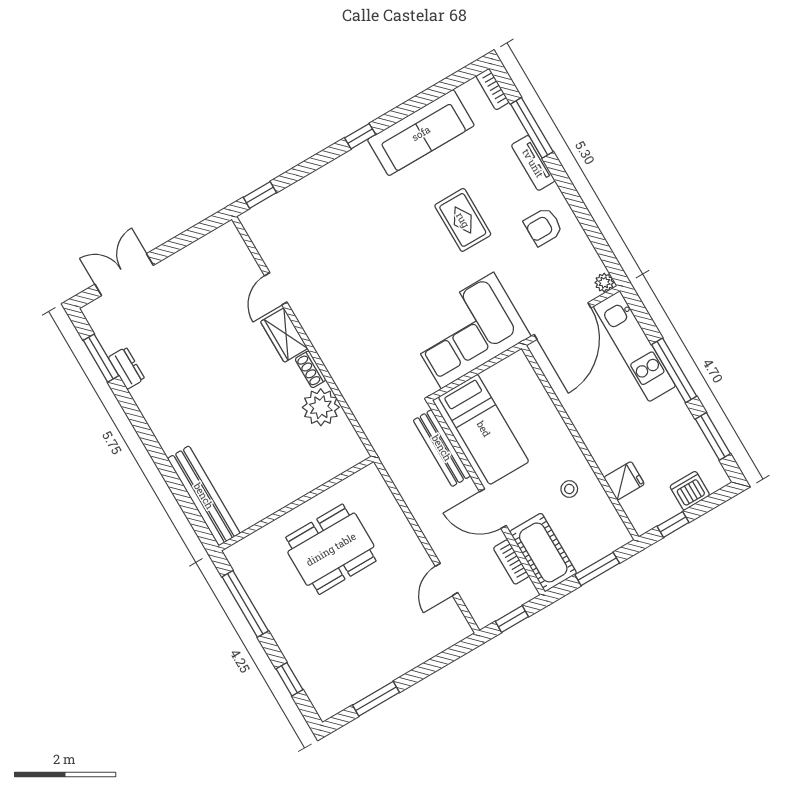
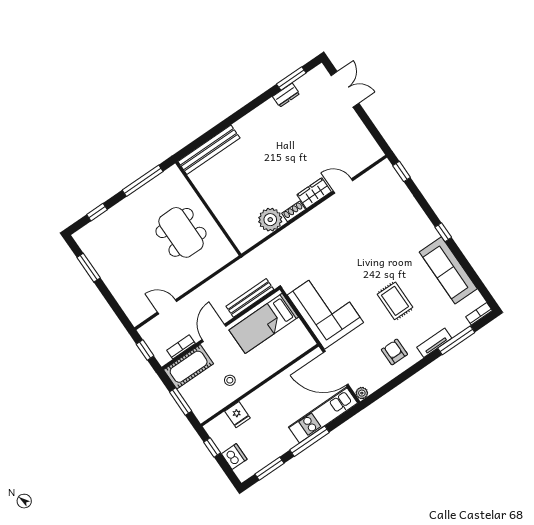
rug: (463, 220) -> (395, 301), turned 90

